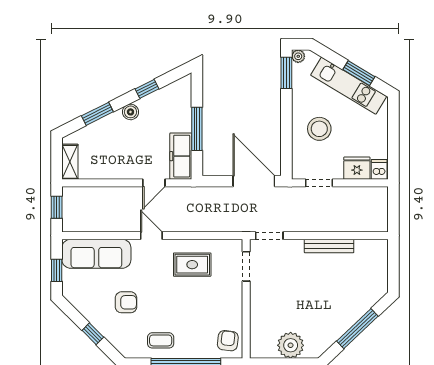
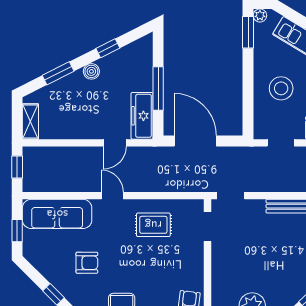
door: (254, 181) -> (195, 141), moved

